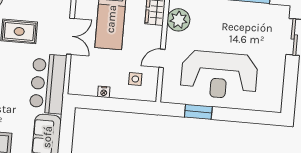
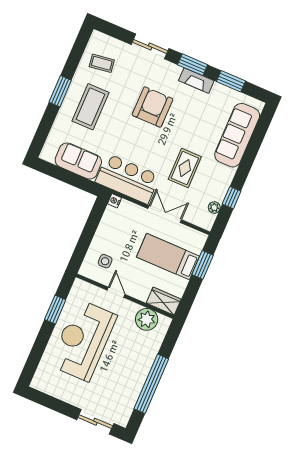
double door: (70, 36) -> (165, 214), swing flipped
nightstand: (104, 92) -> (115, 201), moved

